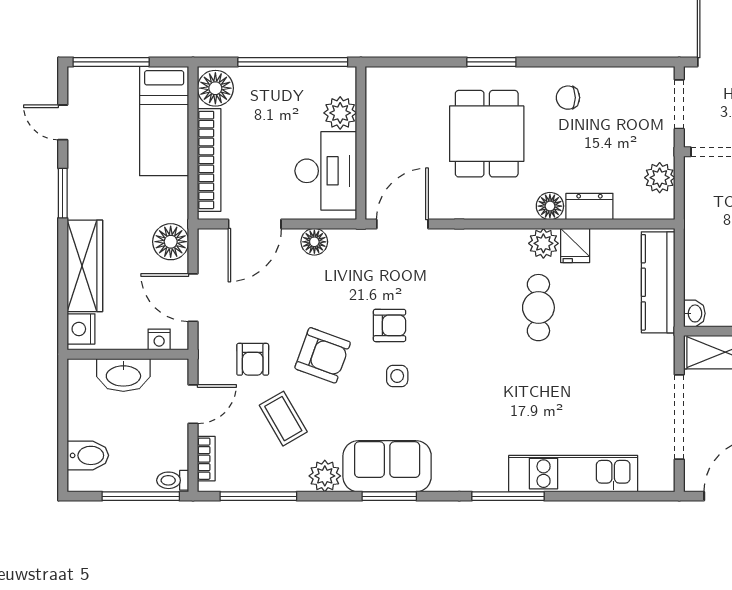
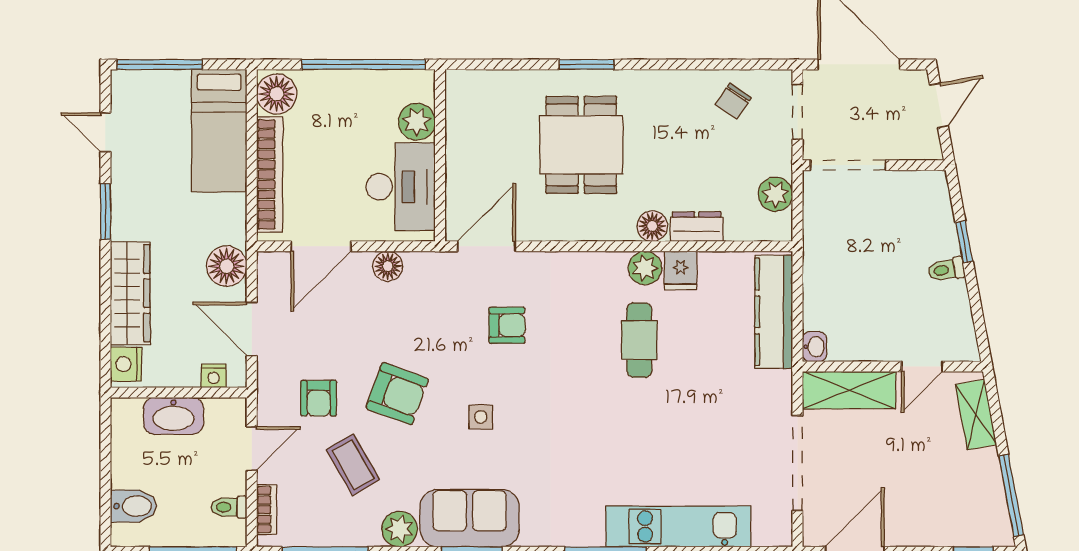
chair: (568, 98) -> (733, 101), moved, turned -56
armchair: (390, 325) -> (507, 325), moved
toilet: (173, 480) -> (229, 507), moved

